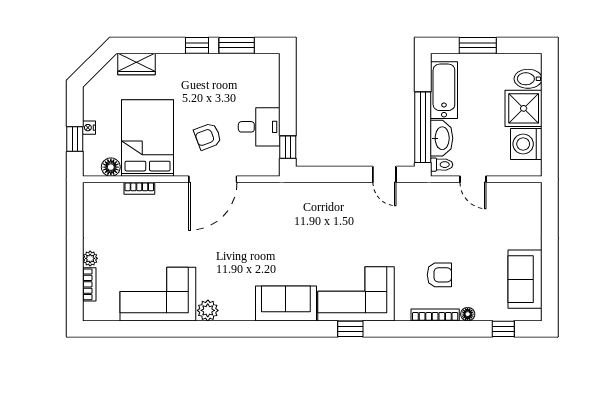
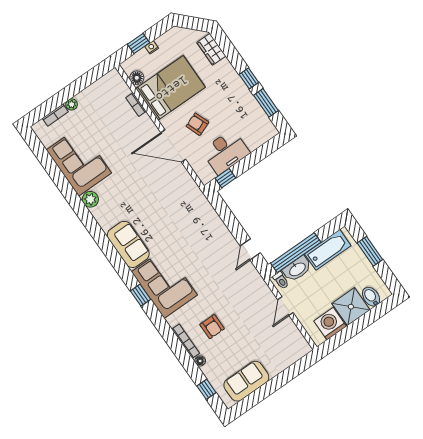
desk: (259, 127) -> (226, 152), width x1.37

